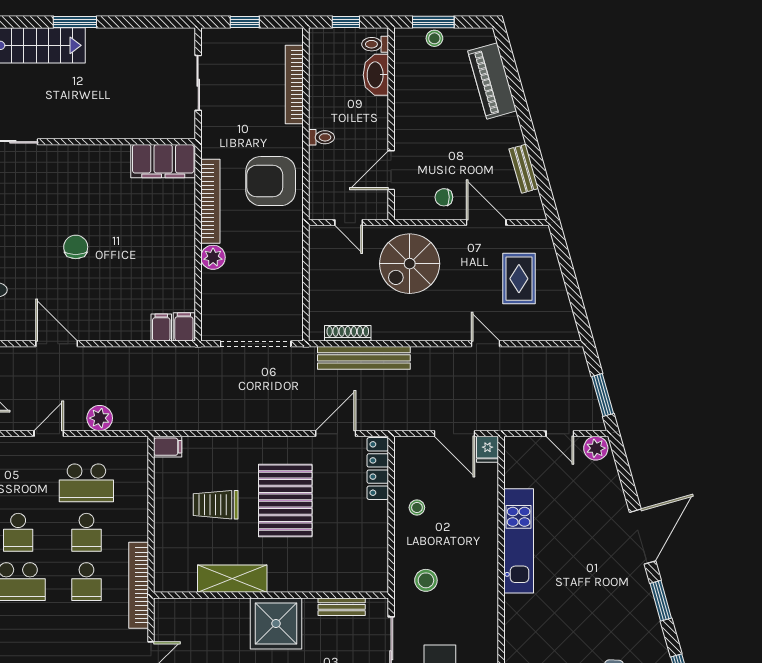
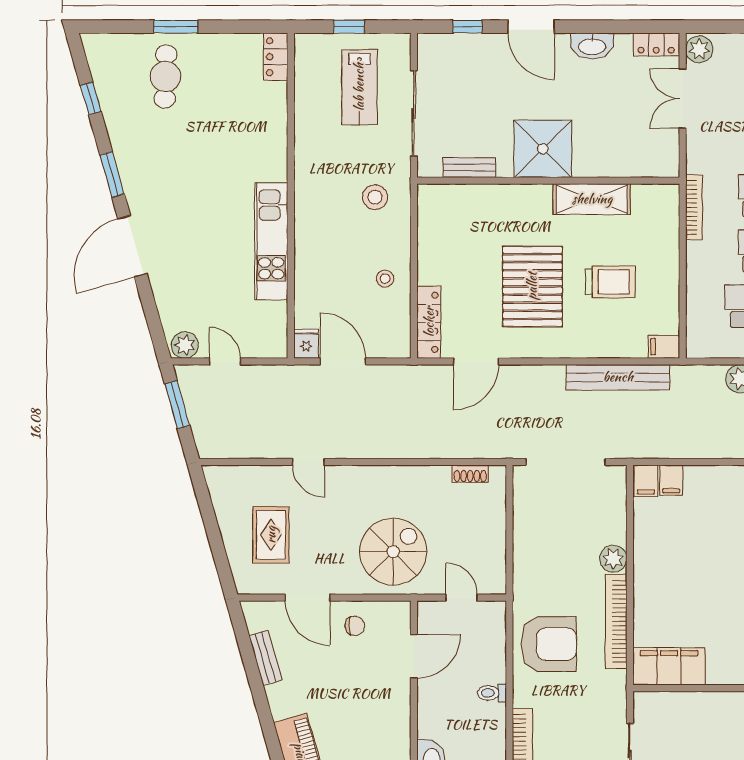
shoe rack: (348, 333) -> (470, 474), width x0.70
bench: (364, 358) -> (618, 377), moved
bookcase: (139, 585) -> (694, 207), width x0.68, depth x0.76

